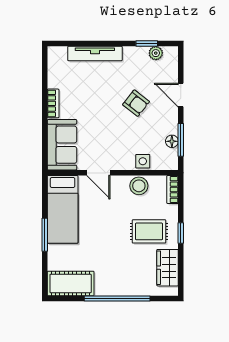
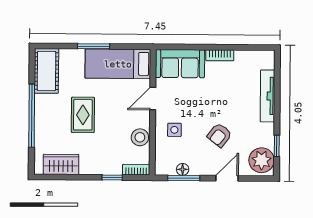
plant: (156, 53) -> (262, 160), width x1.88, depth x1.88
side table: (143, 161) -> (174, 130), moved
rug: (149, 231) -> (83, 115), moved
window: (181, 233) -> (112, 177), moved

